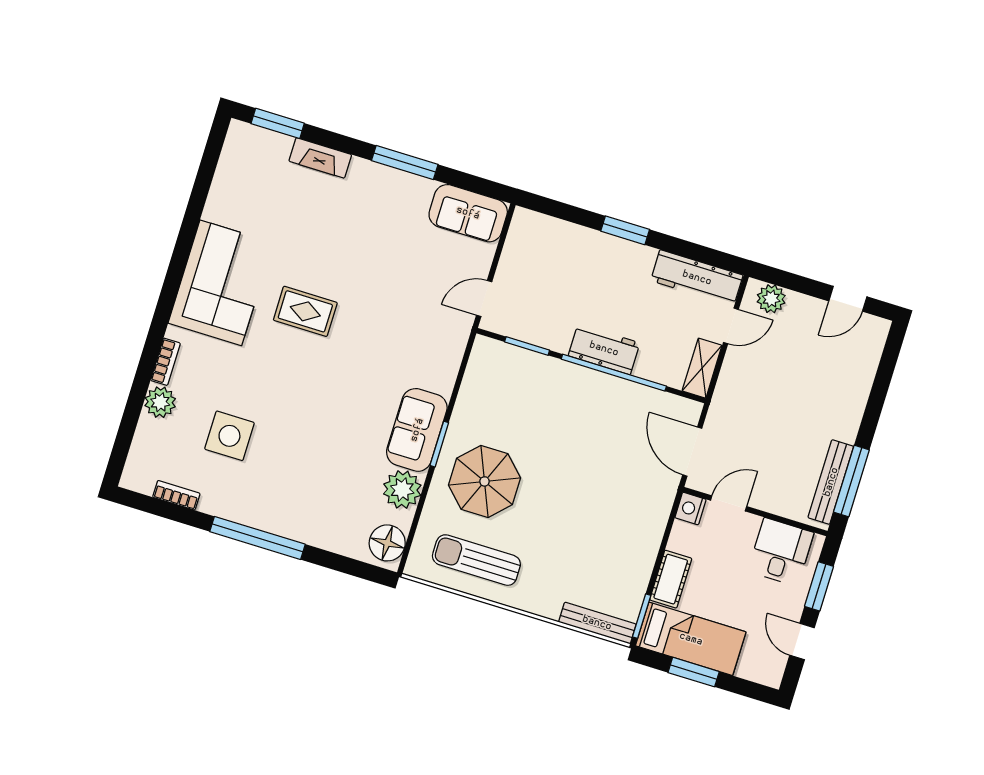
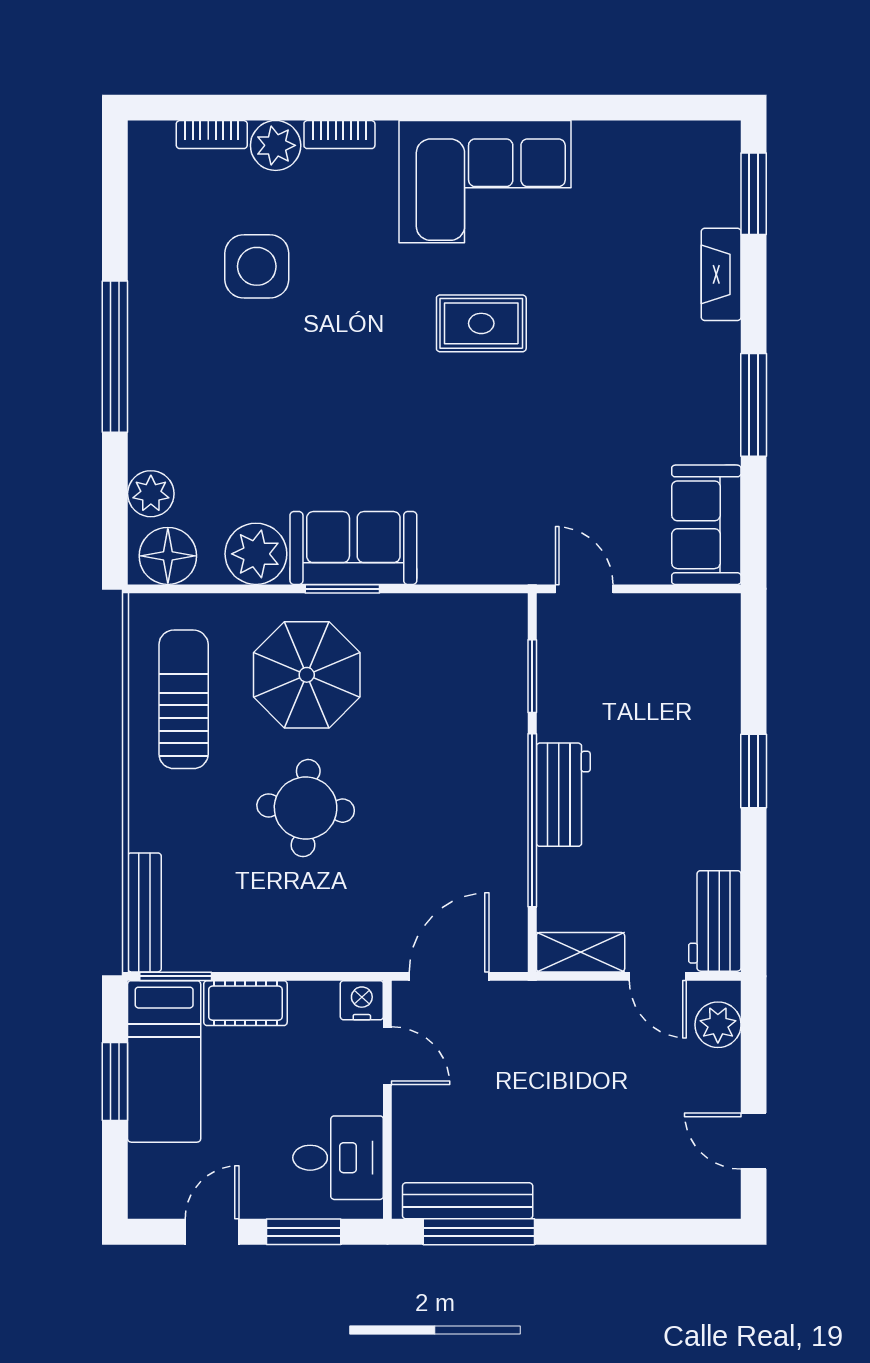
workbench: (697, 278) -> (715, 921), width x0.73
rug: (305, 311) -> (481, 323), turned 90
bookcase: (176, 495) -> (212, 135), moved, turned 90
round table: (564, 507) -> (306, 808), added
plant: (347, 542) -> (151, 494), added

